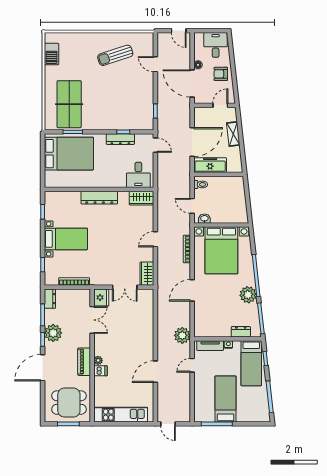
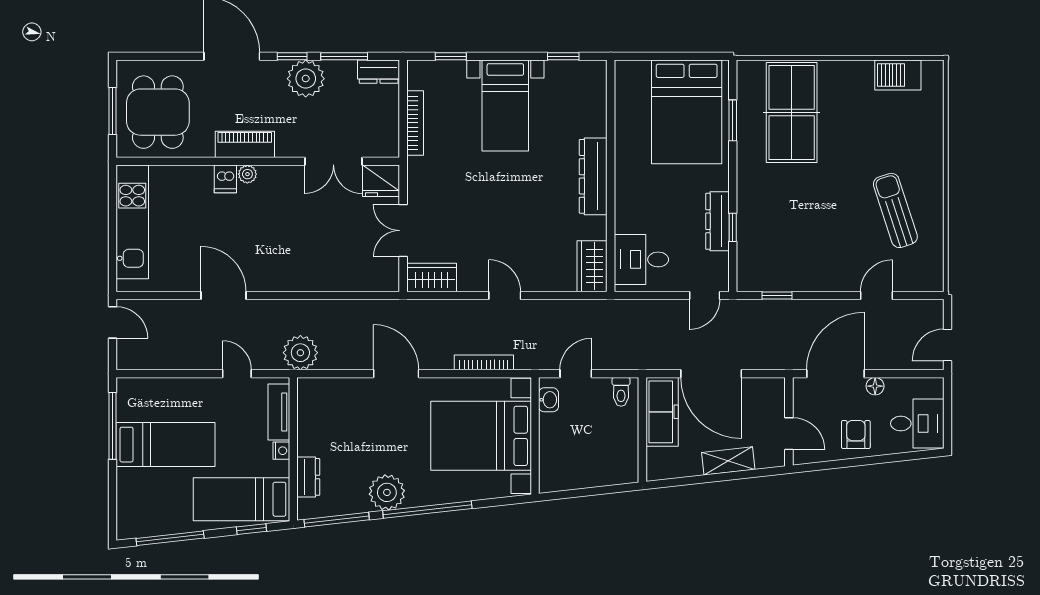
table tennis table: (69, 104) -> (792, 113), turned 90
door: (168, 424) -> (113, 322), swing flipped

